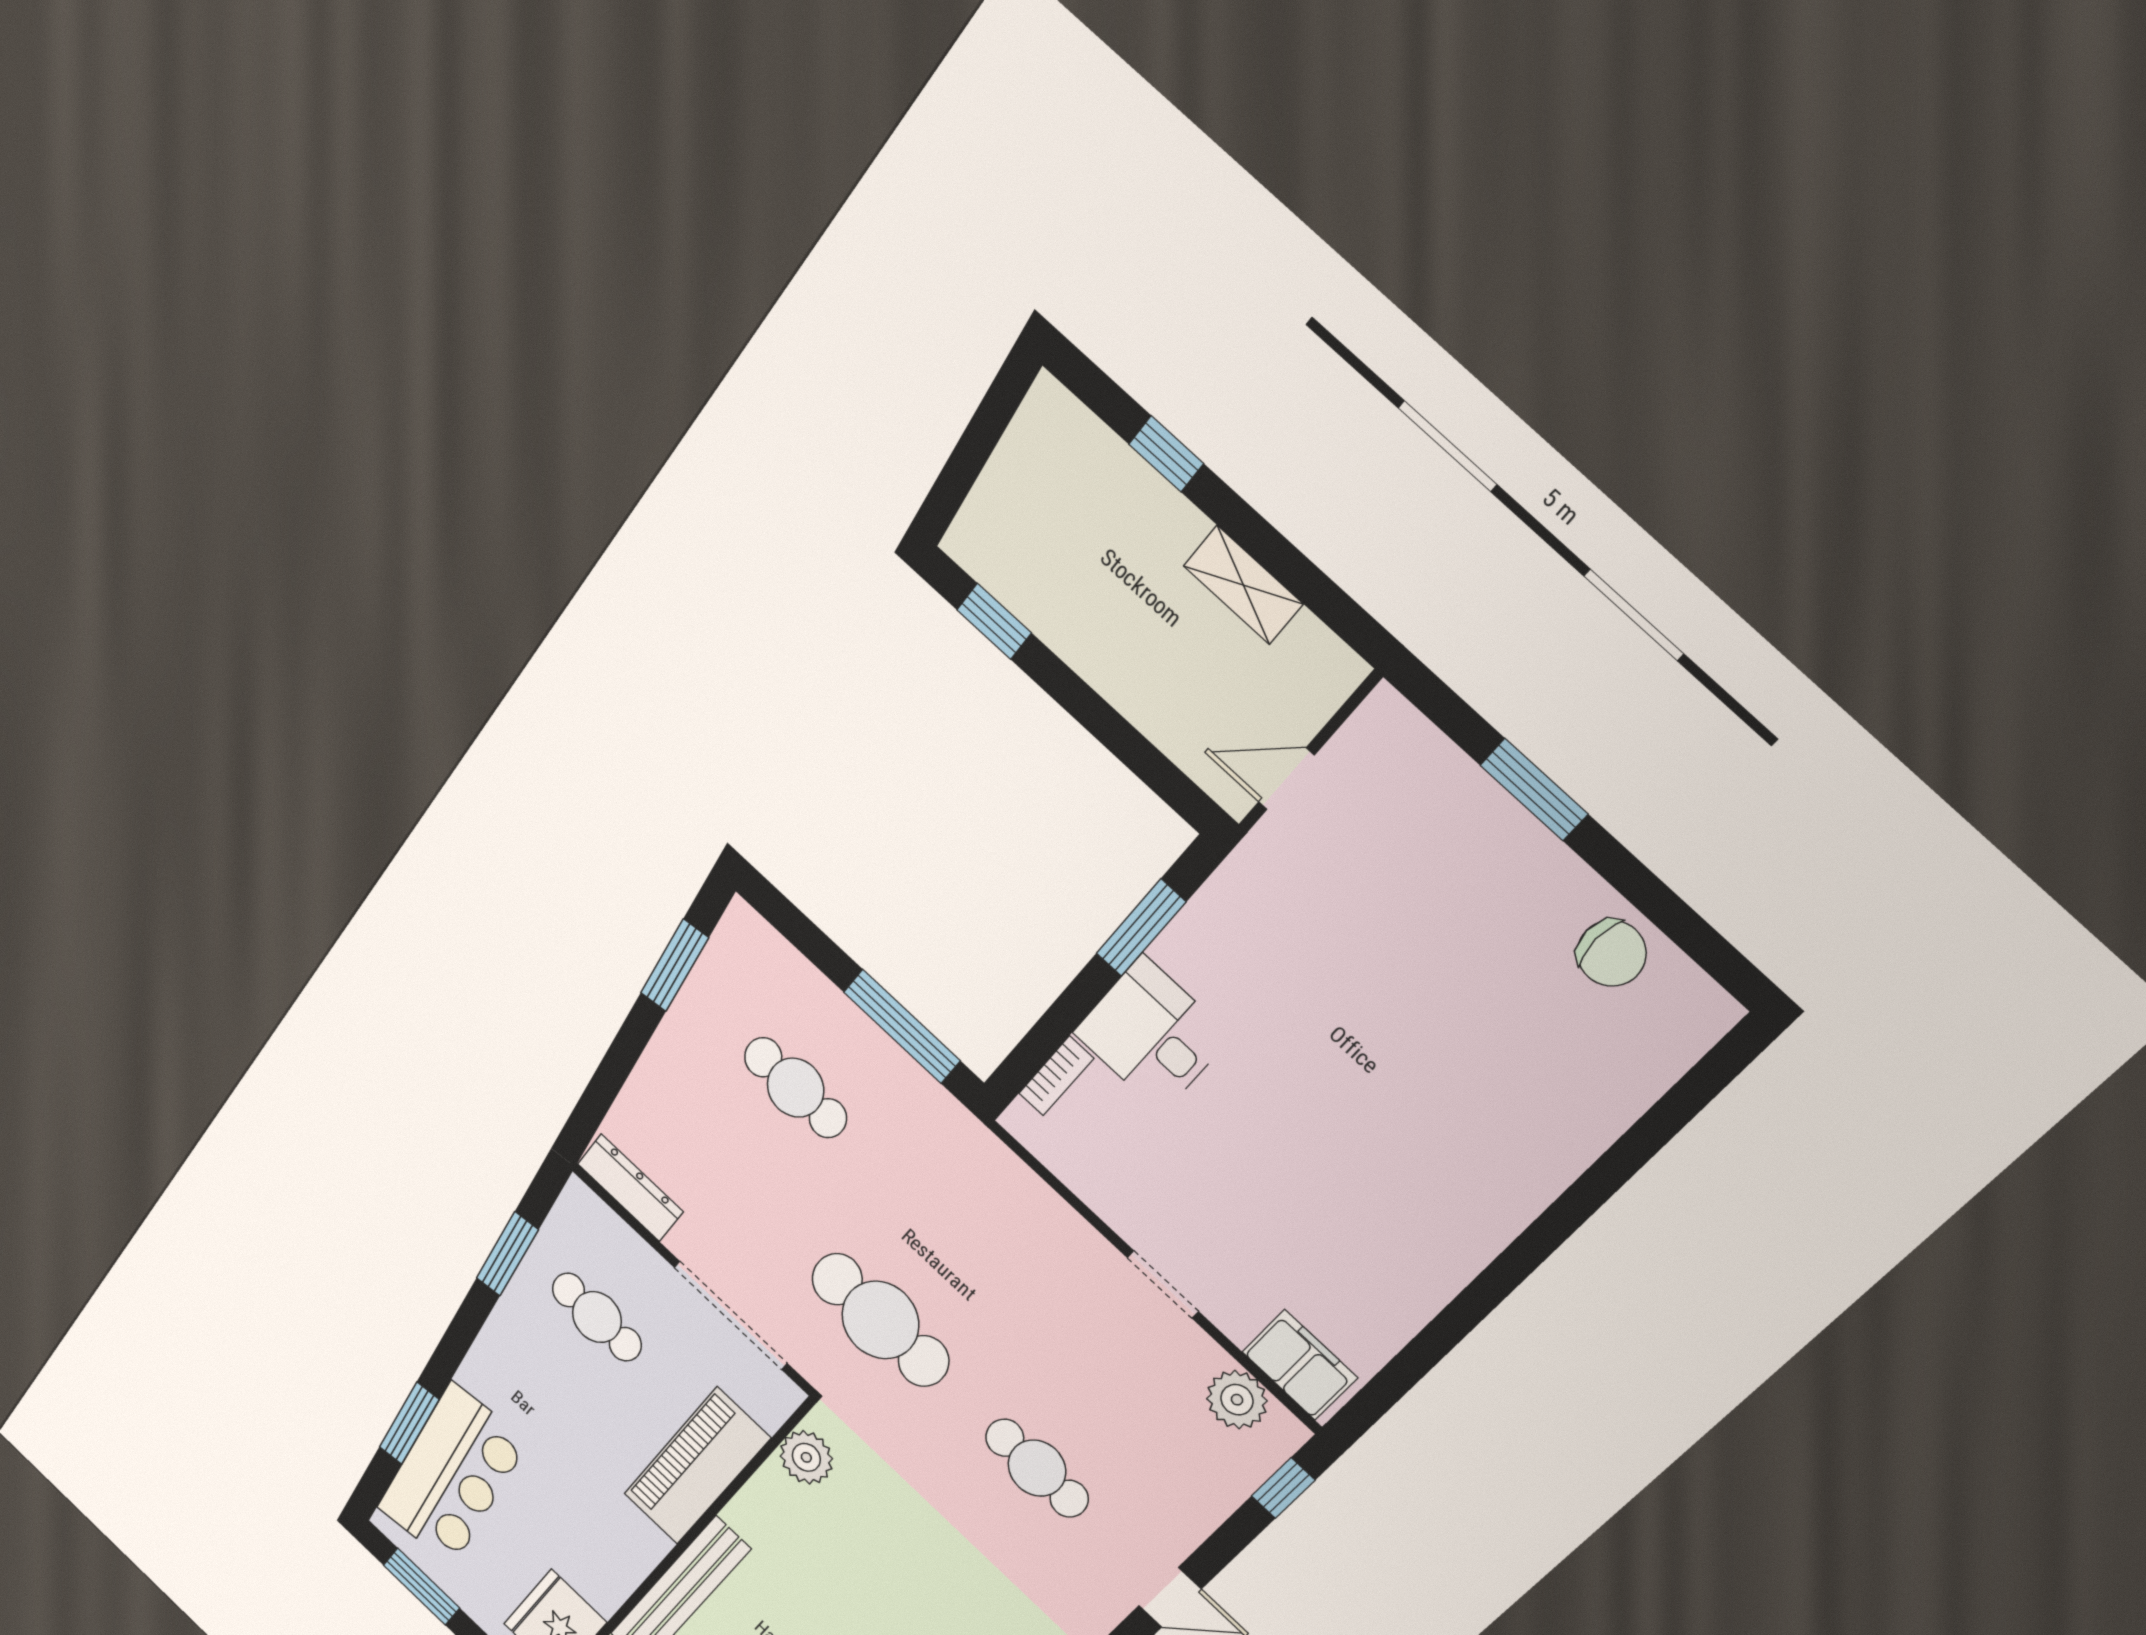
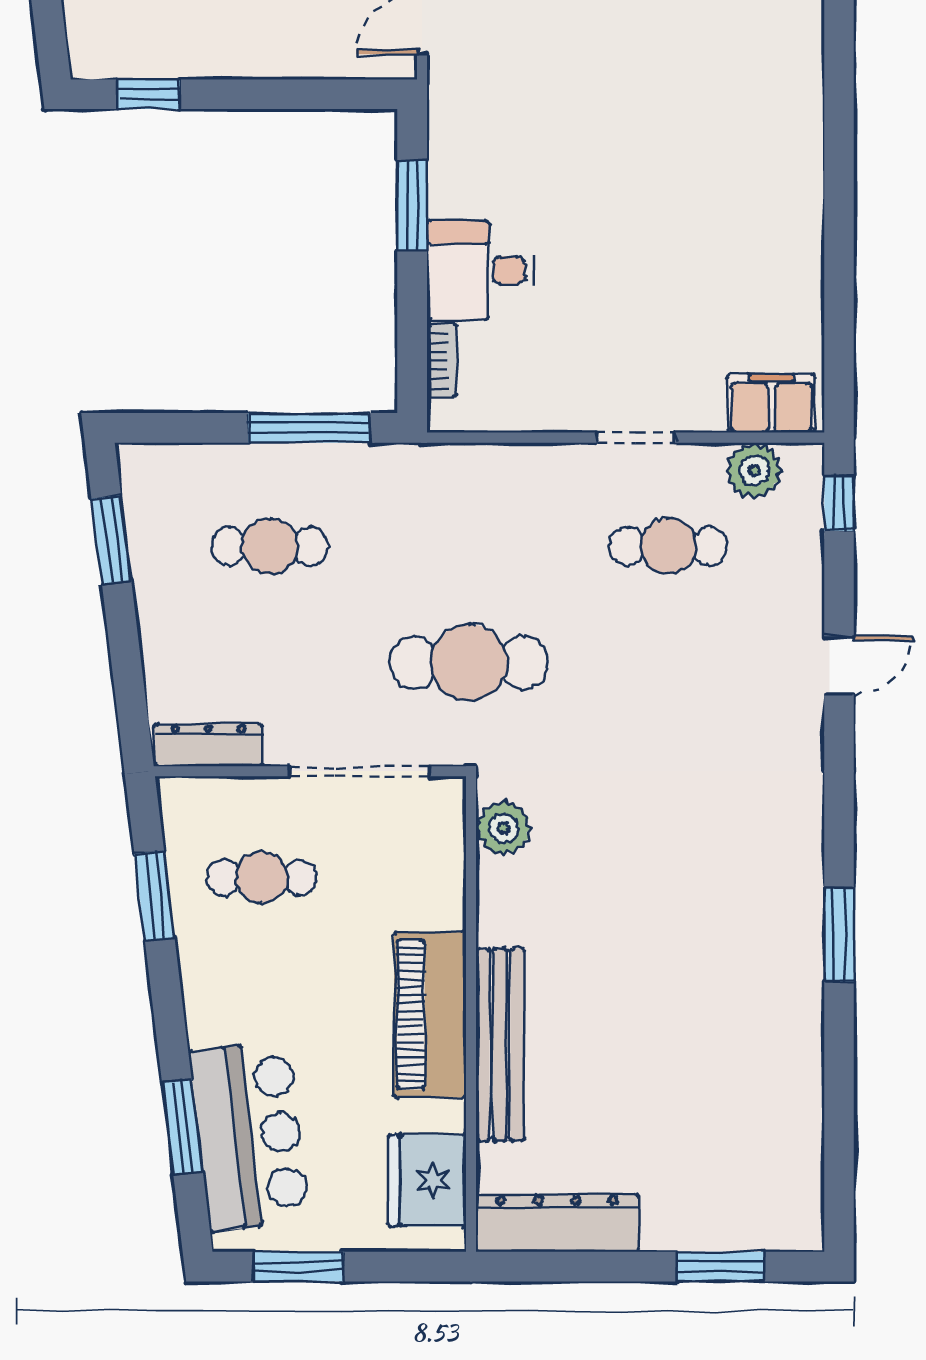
piano: (697, 1466) -> (430, 1015), moved
cafe table: (1037, 1468) -> (669, 546), moved

